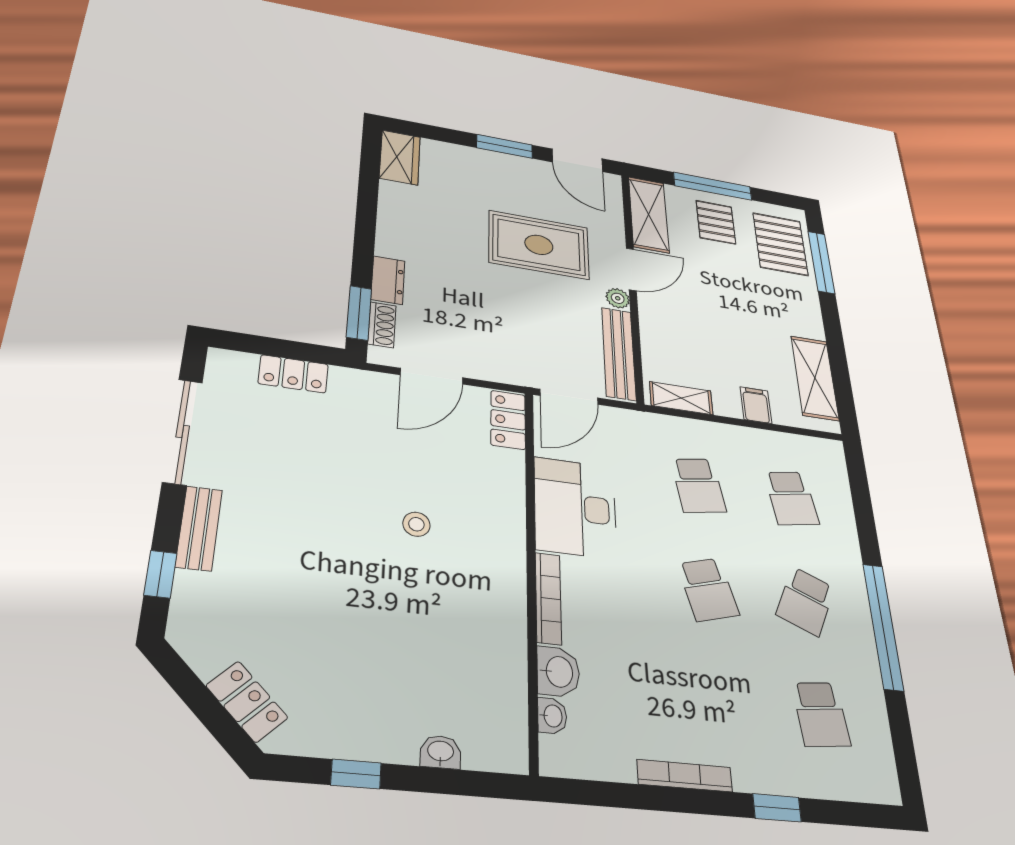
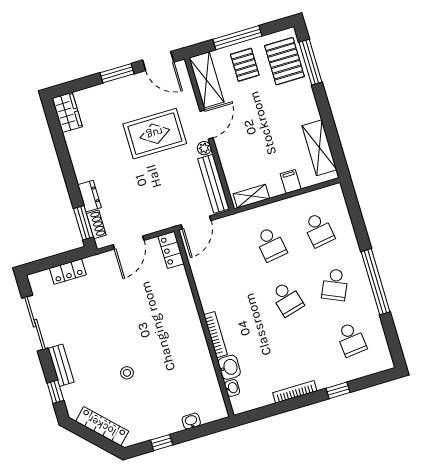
desk: (575, 508) -> (215, 283), removed
stool: (416, 524) -> (127, 373), moved
locker: (247, 702) -> (102, 426), width x1.53

